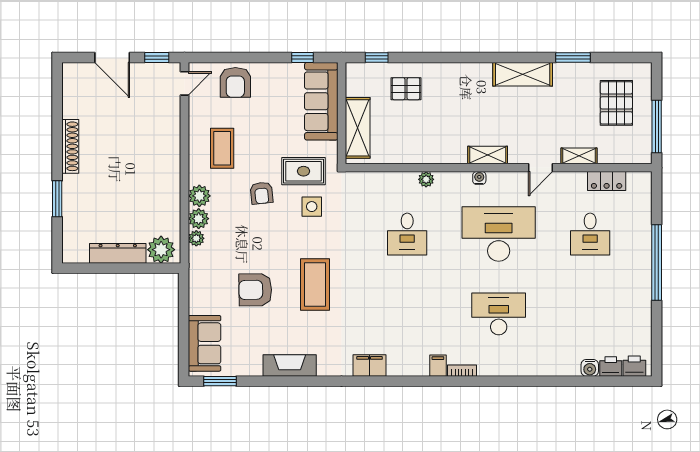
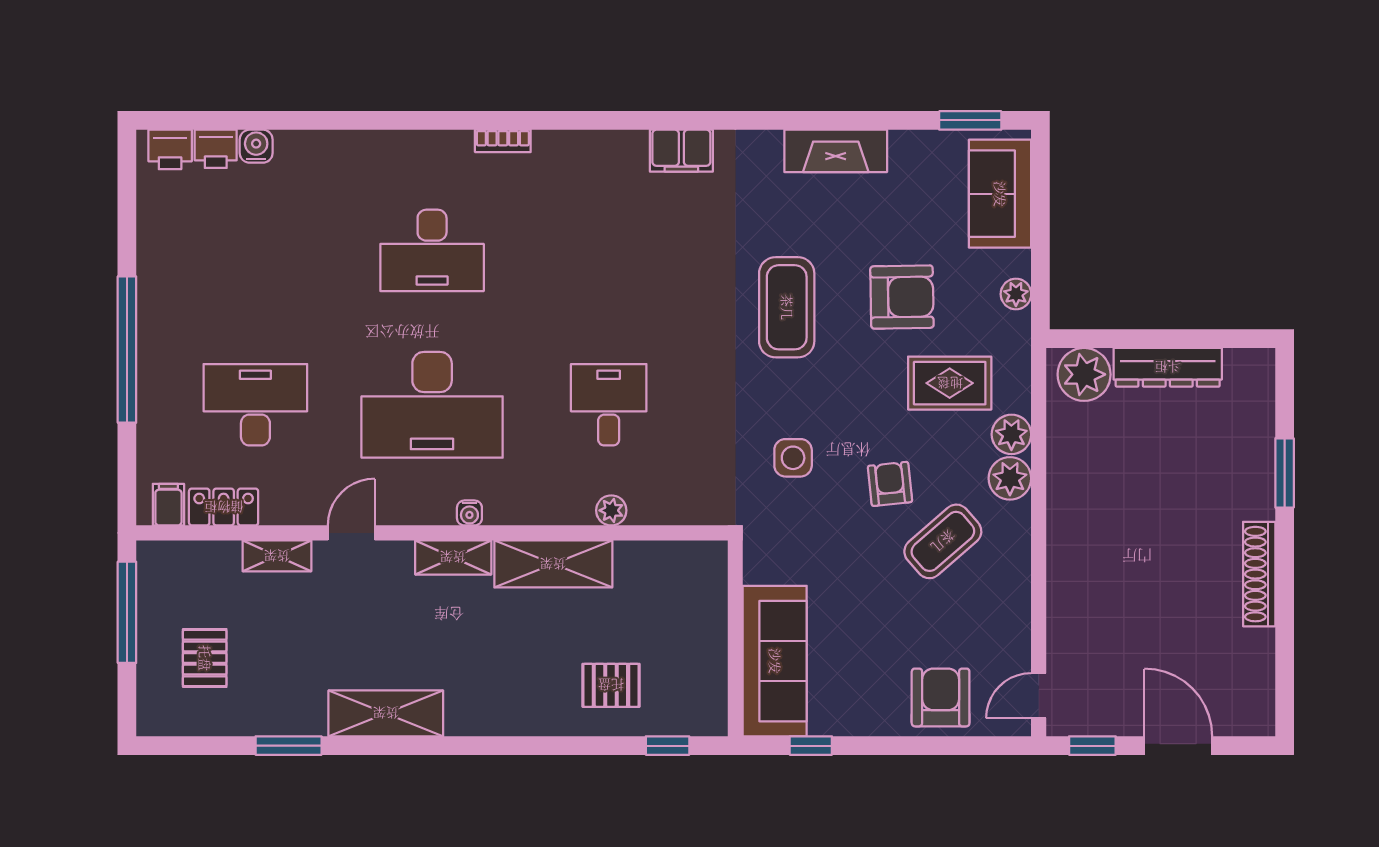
pallet: (616, 103) -> (205, 658), width x0.67, depth x0.71
shelving: (358, 128) -> (553, 564), moved, turned 90
coffee table: (222, 148) -> (943, 541), moved, turned 49
rug: (304, 171) -> (950, 383), moved
plant: (426, 179) -> (611, 510), moved
desk: (590, 234) -> (255, 405), width x1.37
plant: (196, 238) -> (1016, 294), moved
filing cabinet: (438, 366) -> (168, 505), moved, turned 180

